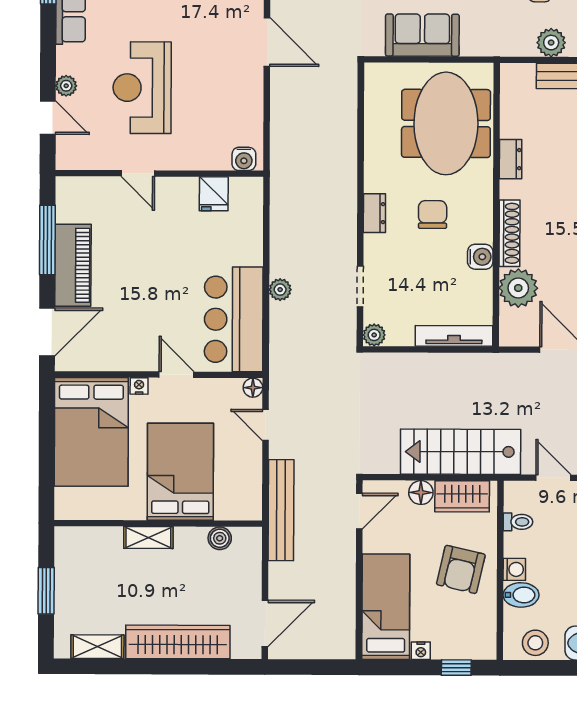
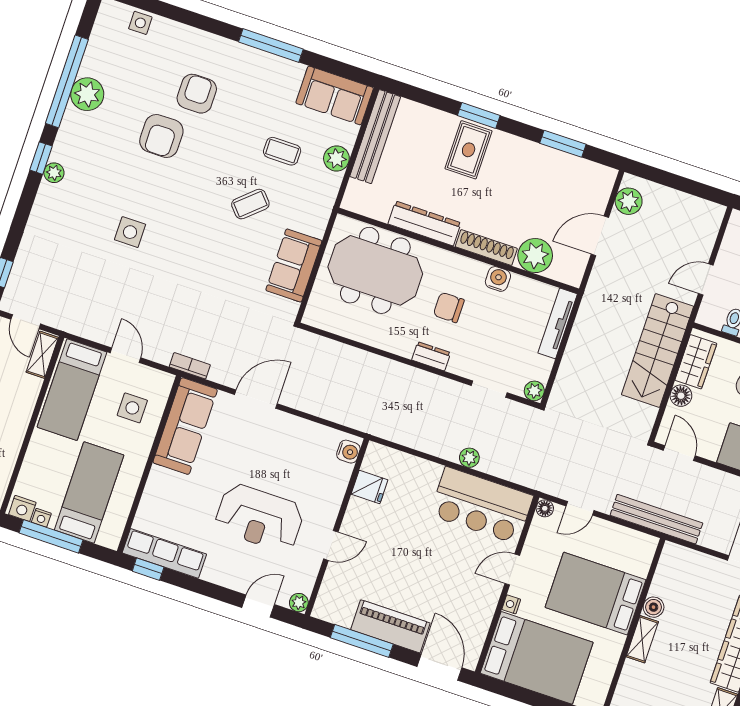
plant: (66, 86) -> (299, 603), moved
dresser: (511, 159) -> (425, 223), width x1.96, depth x1.24
boiler: (220, 538) -> (654, 607), moved

